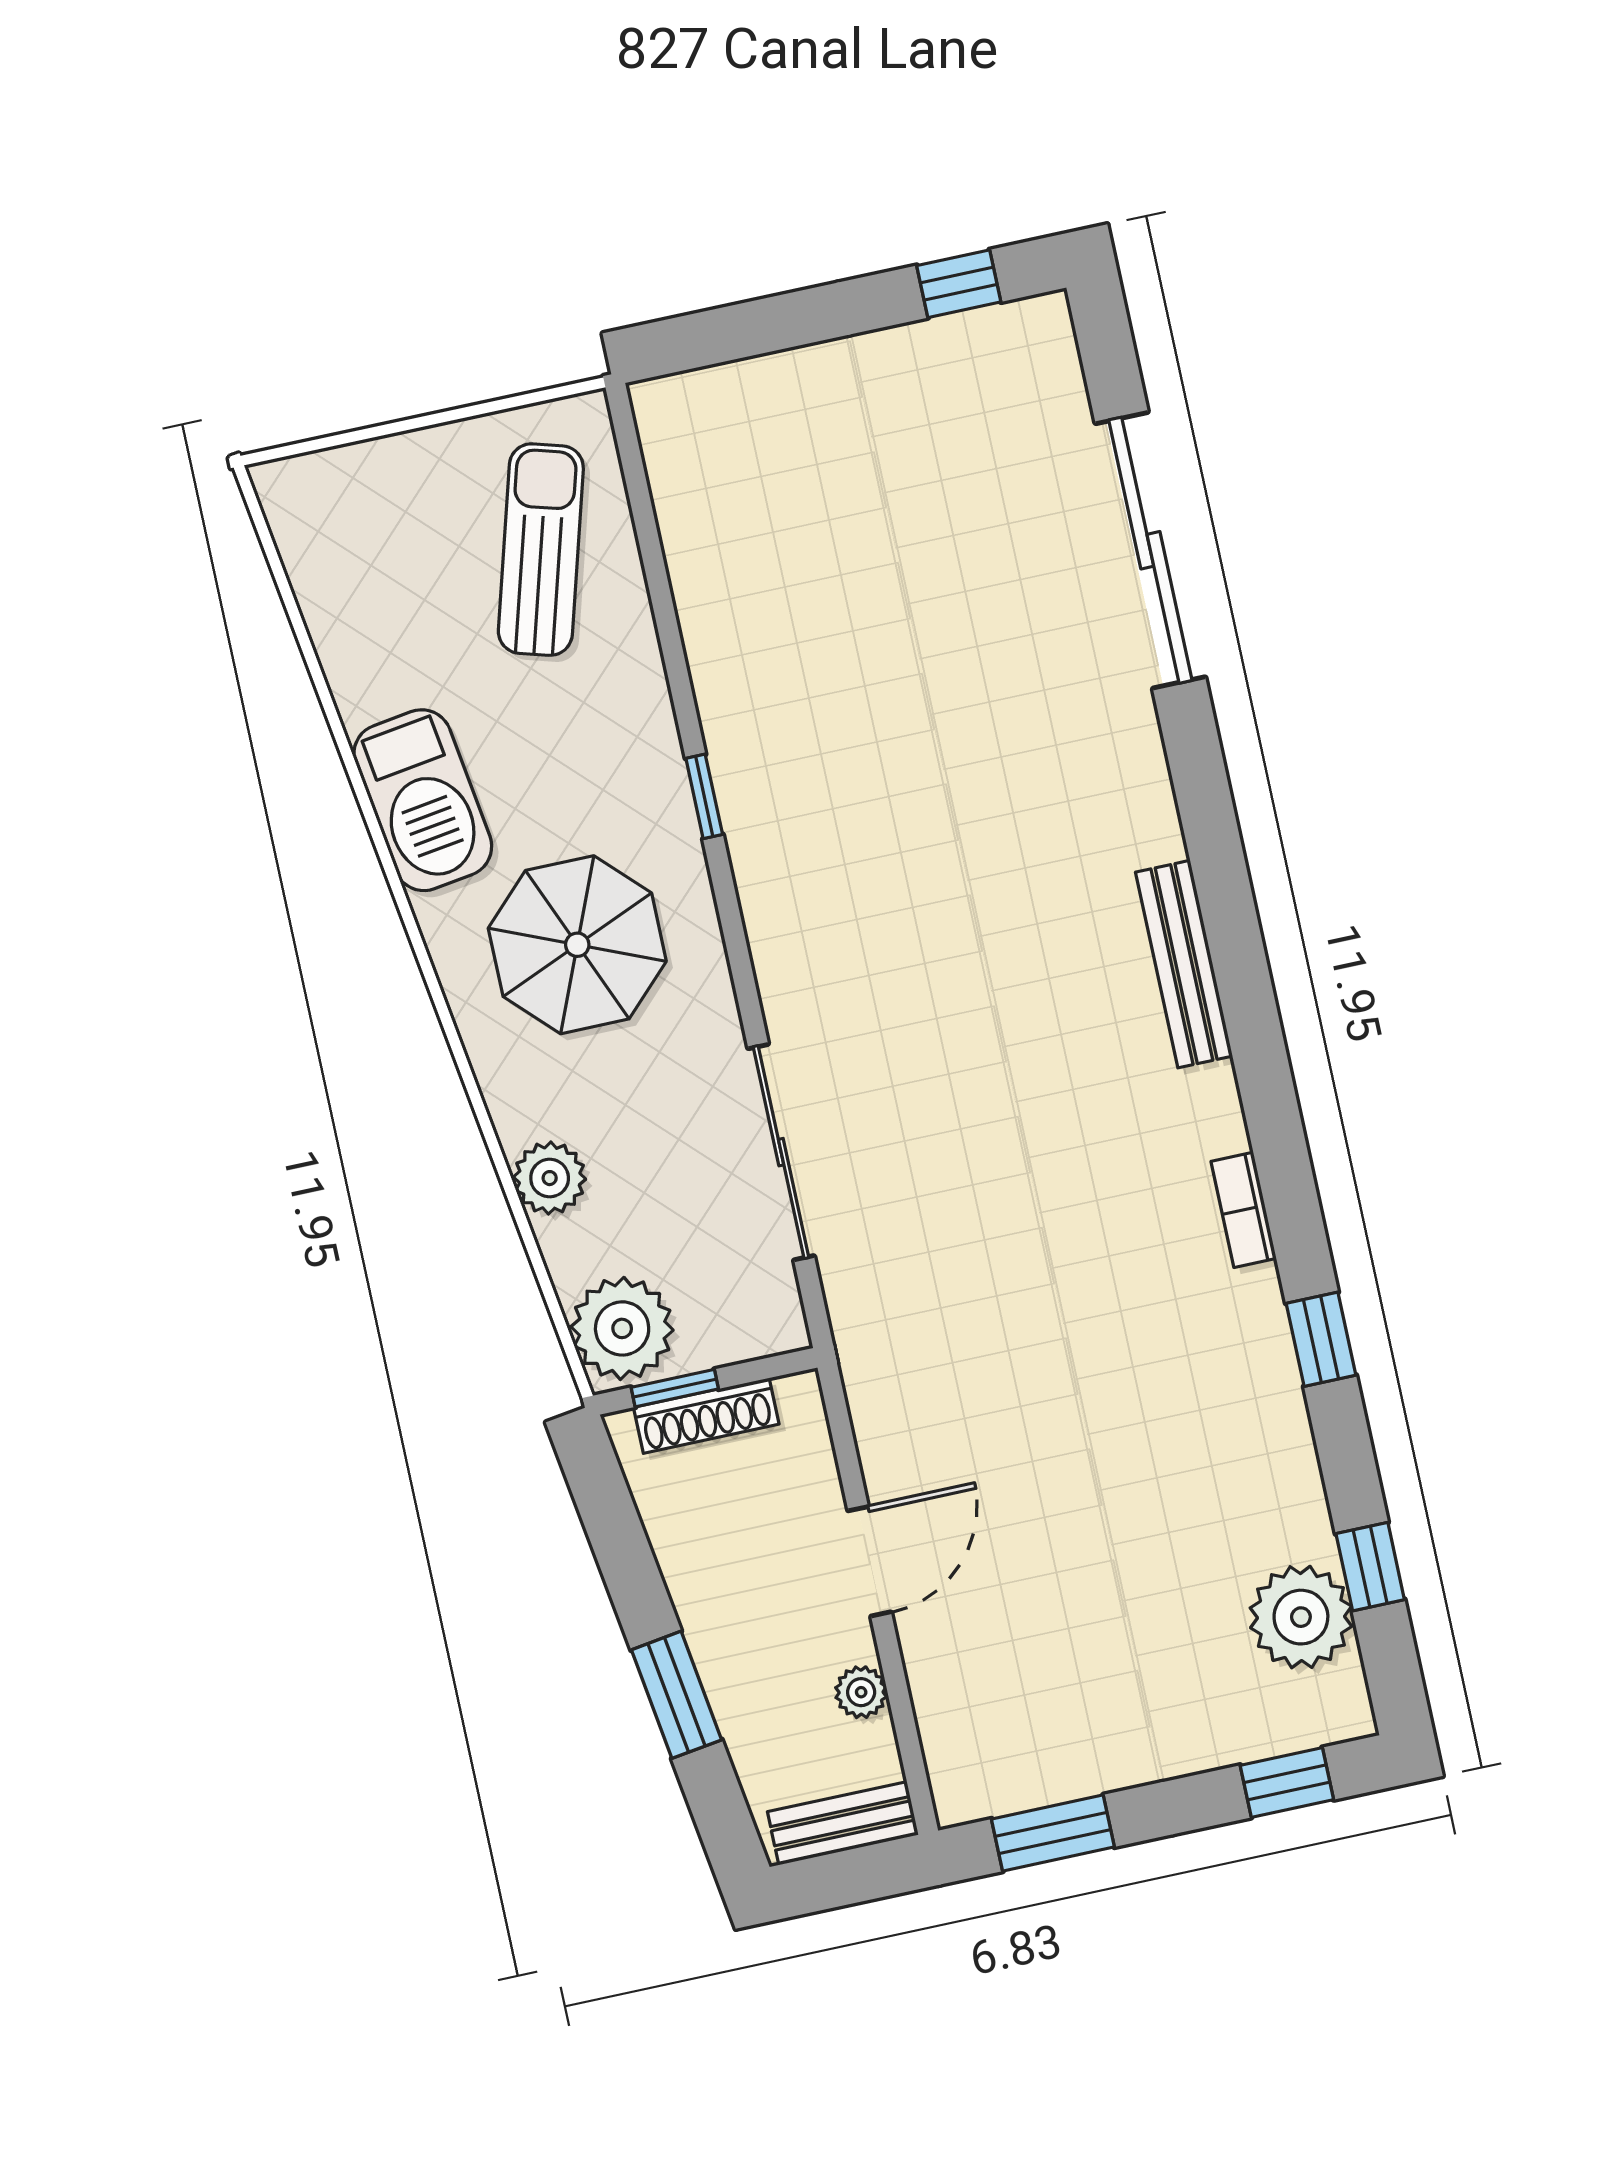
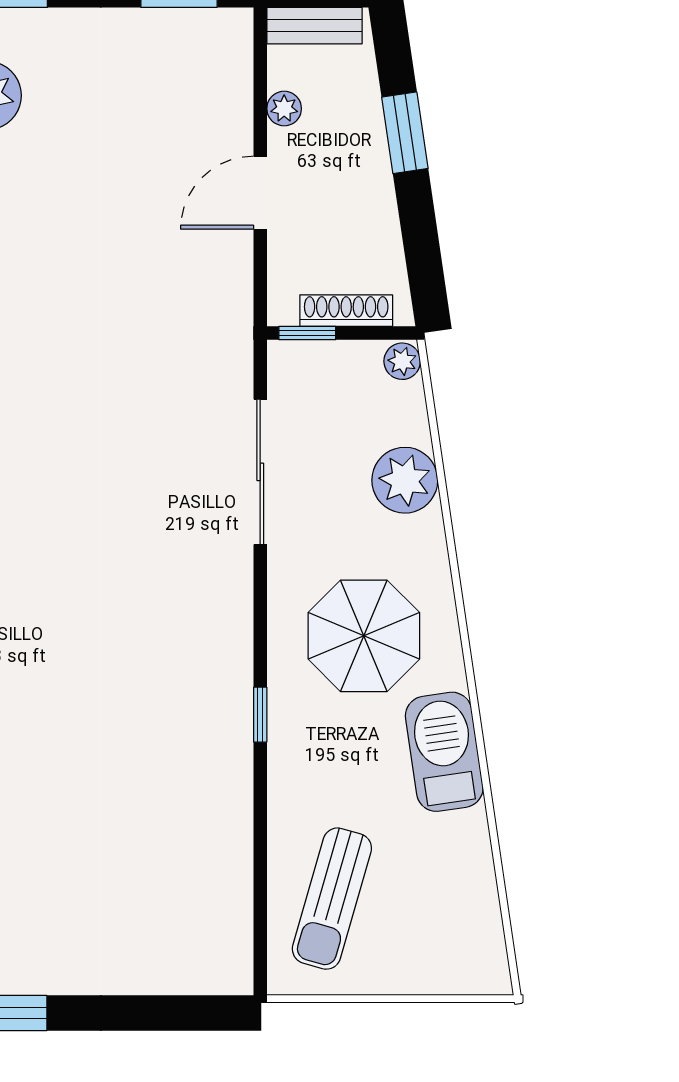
plant: (550, 1178) -> (405, 480), width x1.36, depth x1.36
plant: (622, 1328) -> (402, 361), width x0.53, depth x0.53
window: (675, 1388) -> (307, 333), moved

